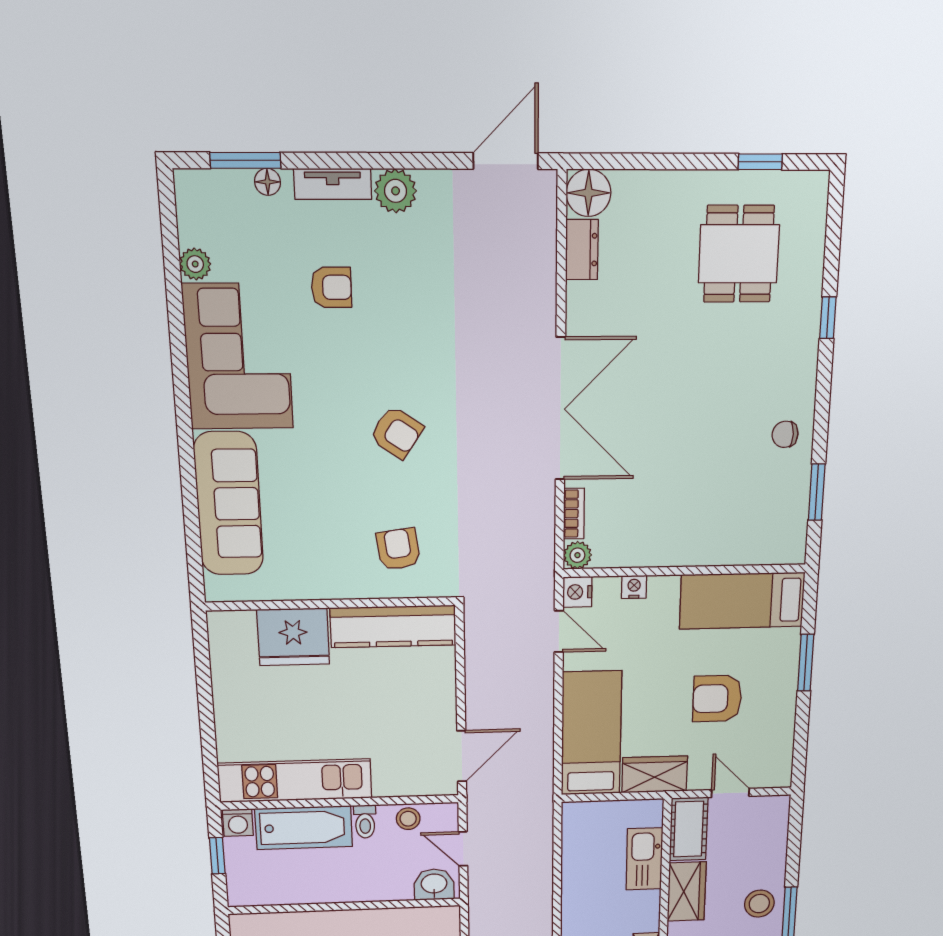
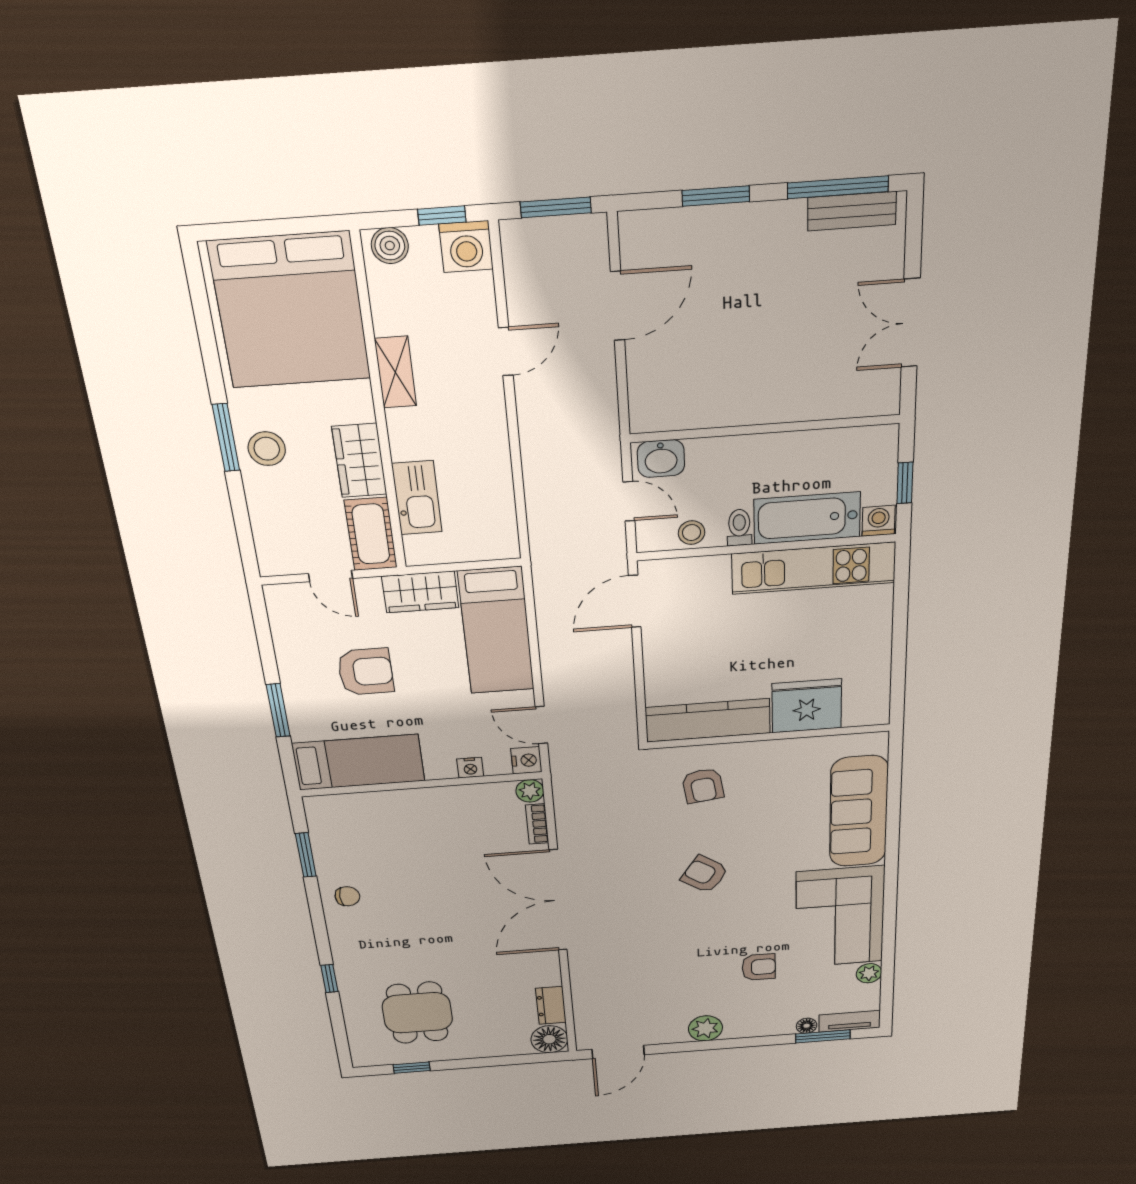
tv unit: (333, 184) -> (850, 1021), moved
armchair: (331, 287) -> (759, 967), turned 180

